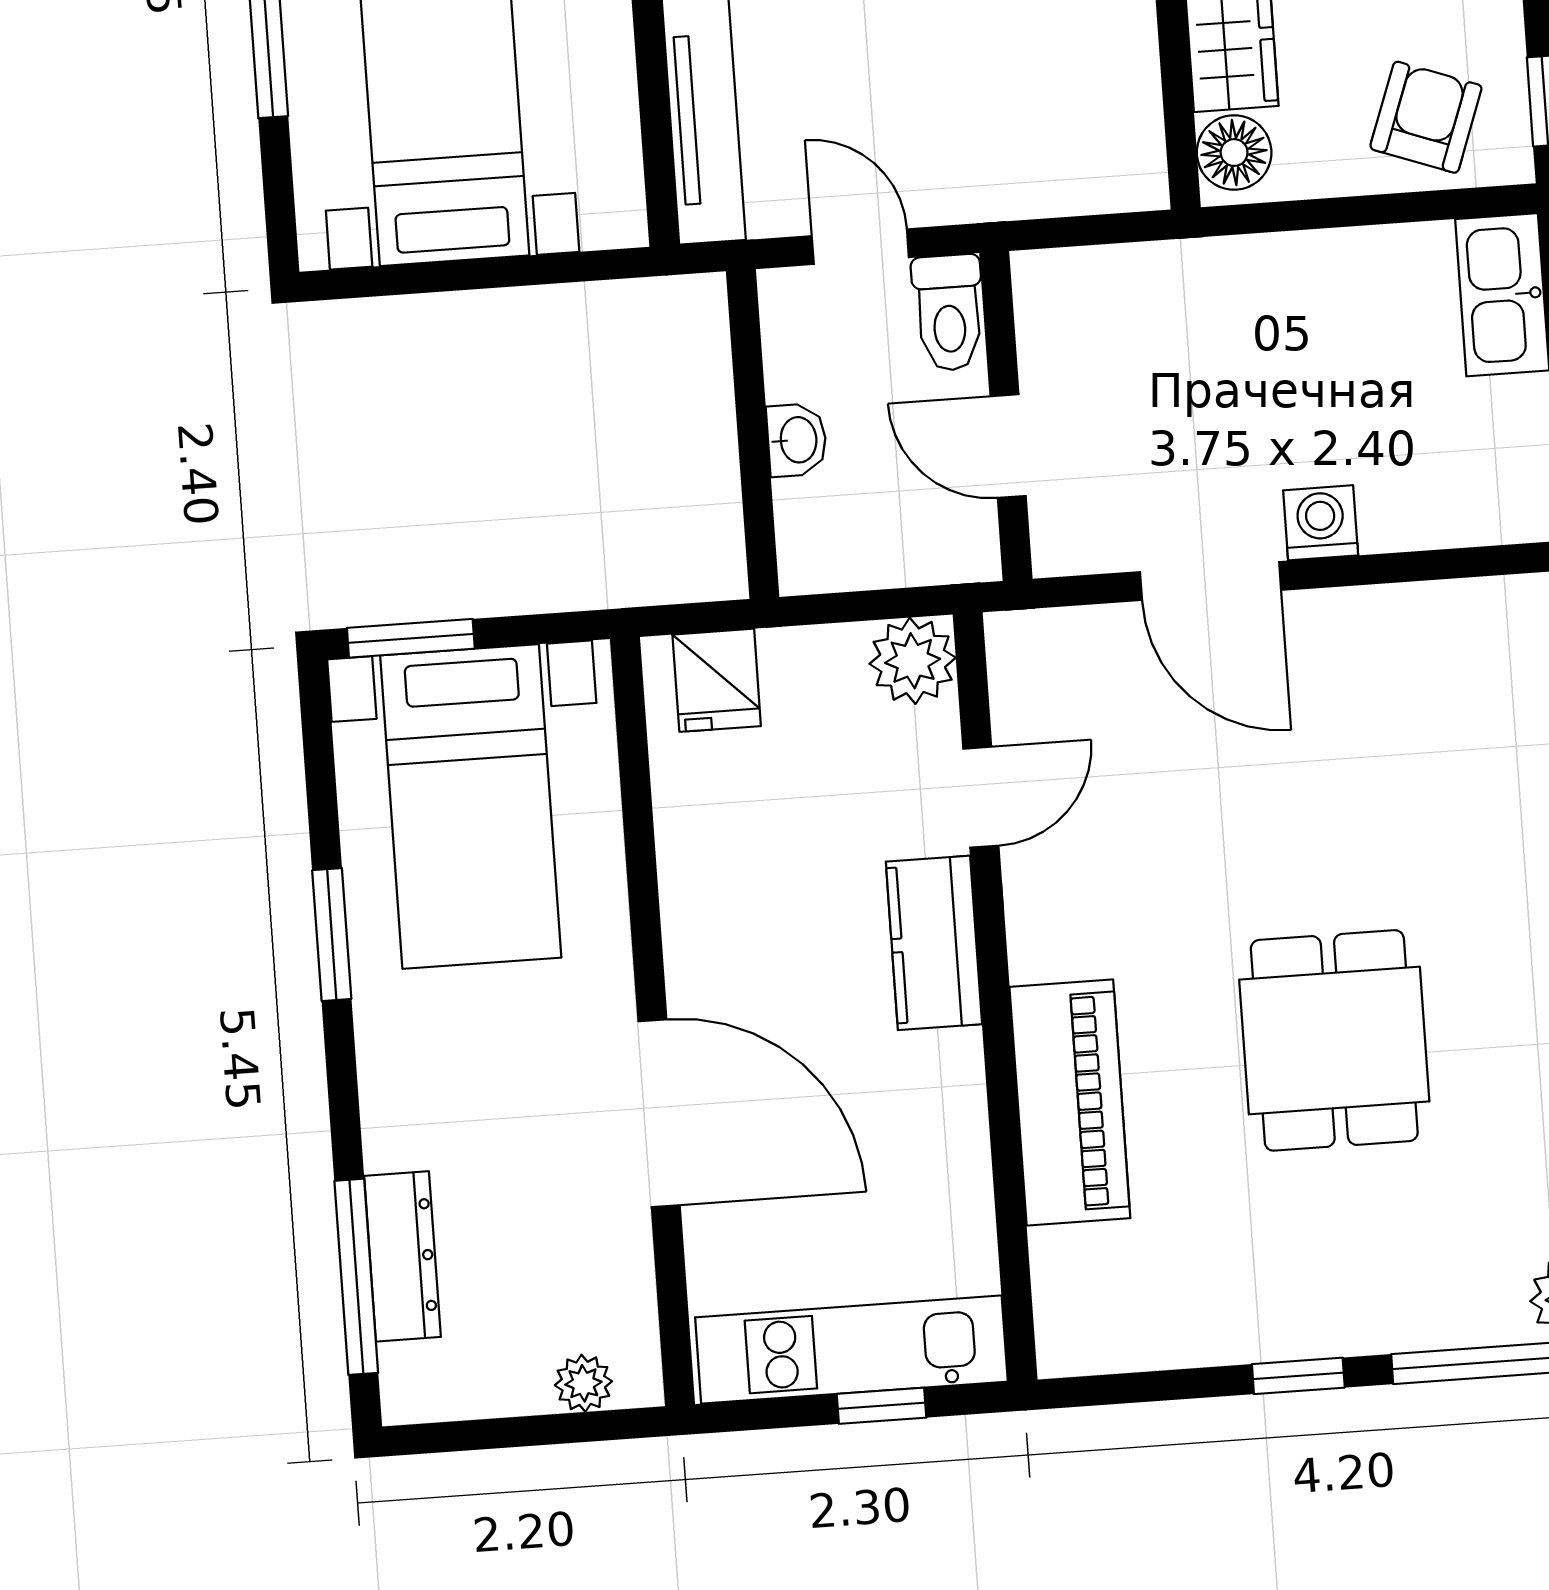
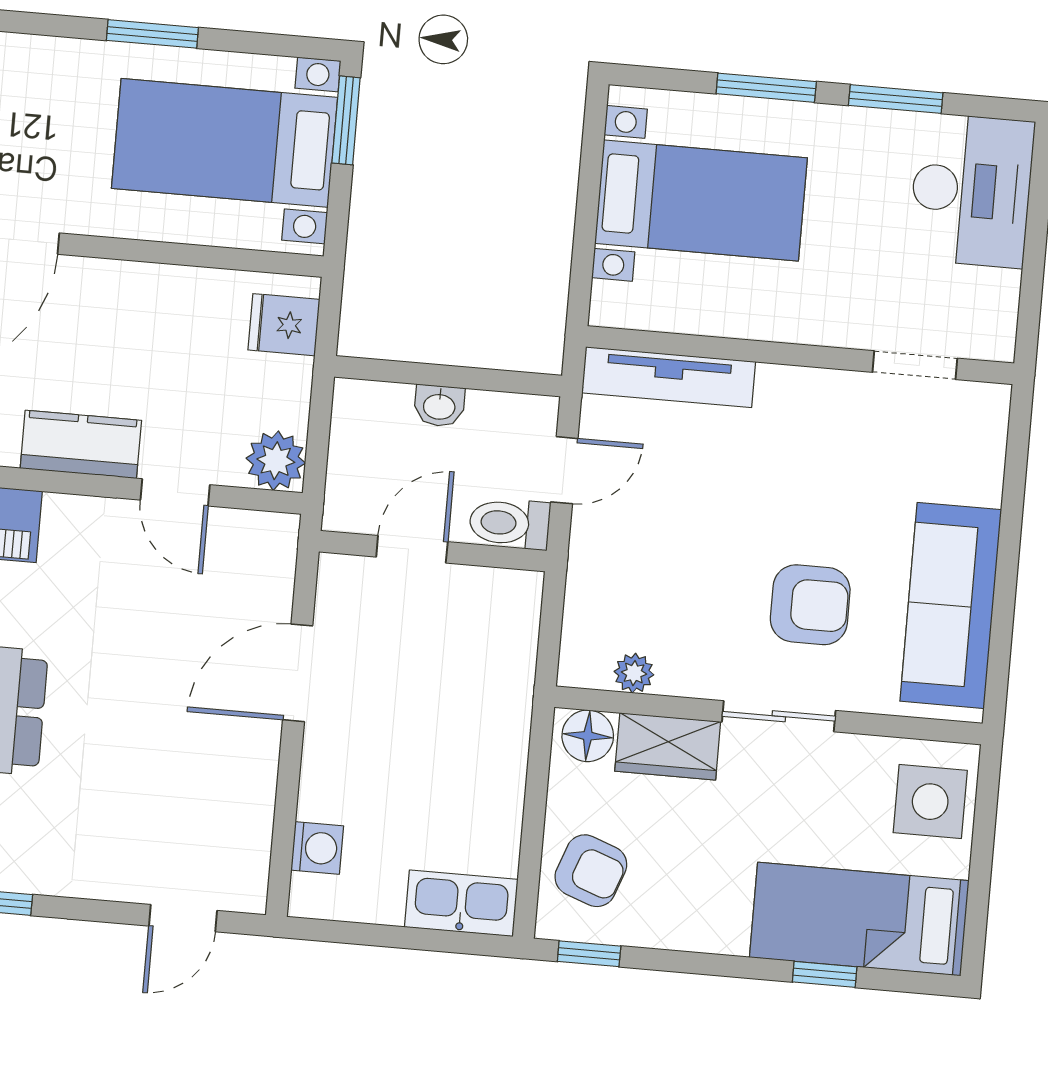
plant: (1134, 101) -> (634, 673), added
washing machine: (1321, 523) -> (317, 848), moved

